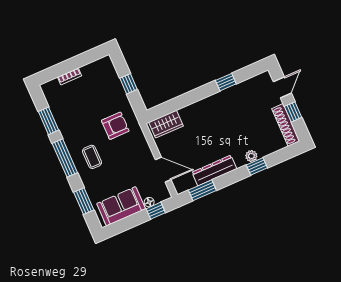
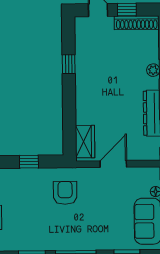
coffee table: (92, 157) -> (86, 229), removed
door: (163, 170) -> (113, 164), moved

